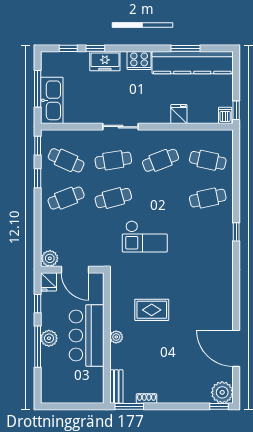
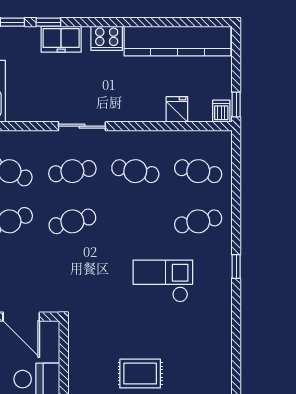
window: (185, 48) -> (168, 22), removed
fridge: (179, 114) -> (177, 109), moved
cafe table: (161, 160) -> (135, 171), turned 33
checkout: (145, 236) -> (163, 281), moved, turned 180
rug: (152, 310) -> (140, 374), moved

